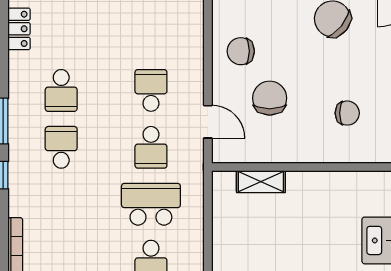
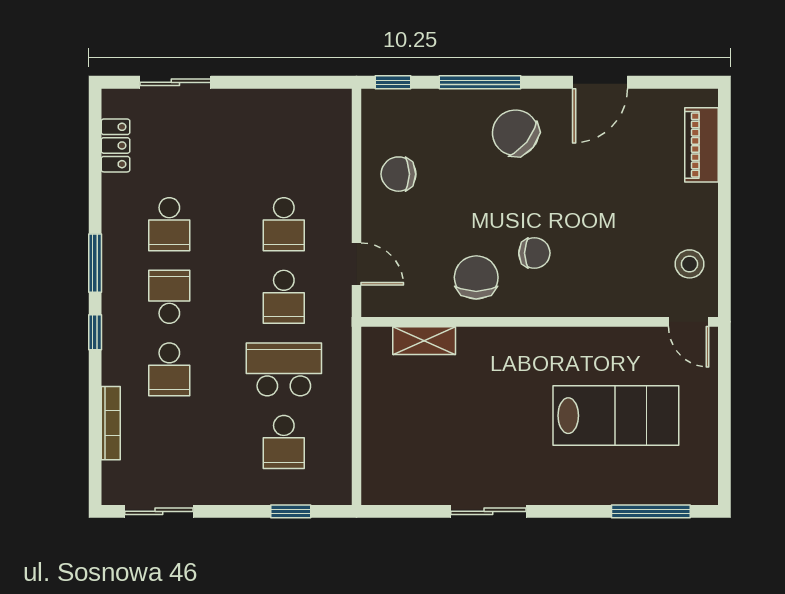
school desk: (151, 90) -> (284, 224), turned 180
chair: (270, 98) -> (476, 277), moved
school desk: (61, 204) -> (169, 369), added

